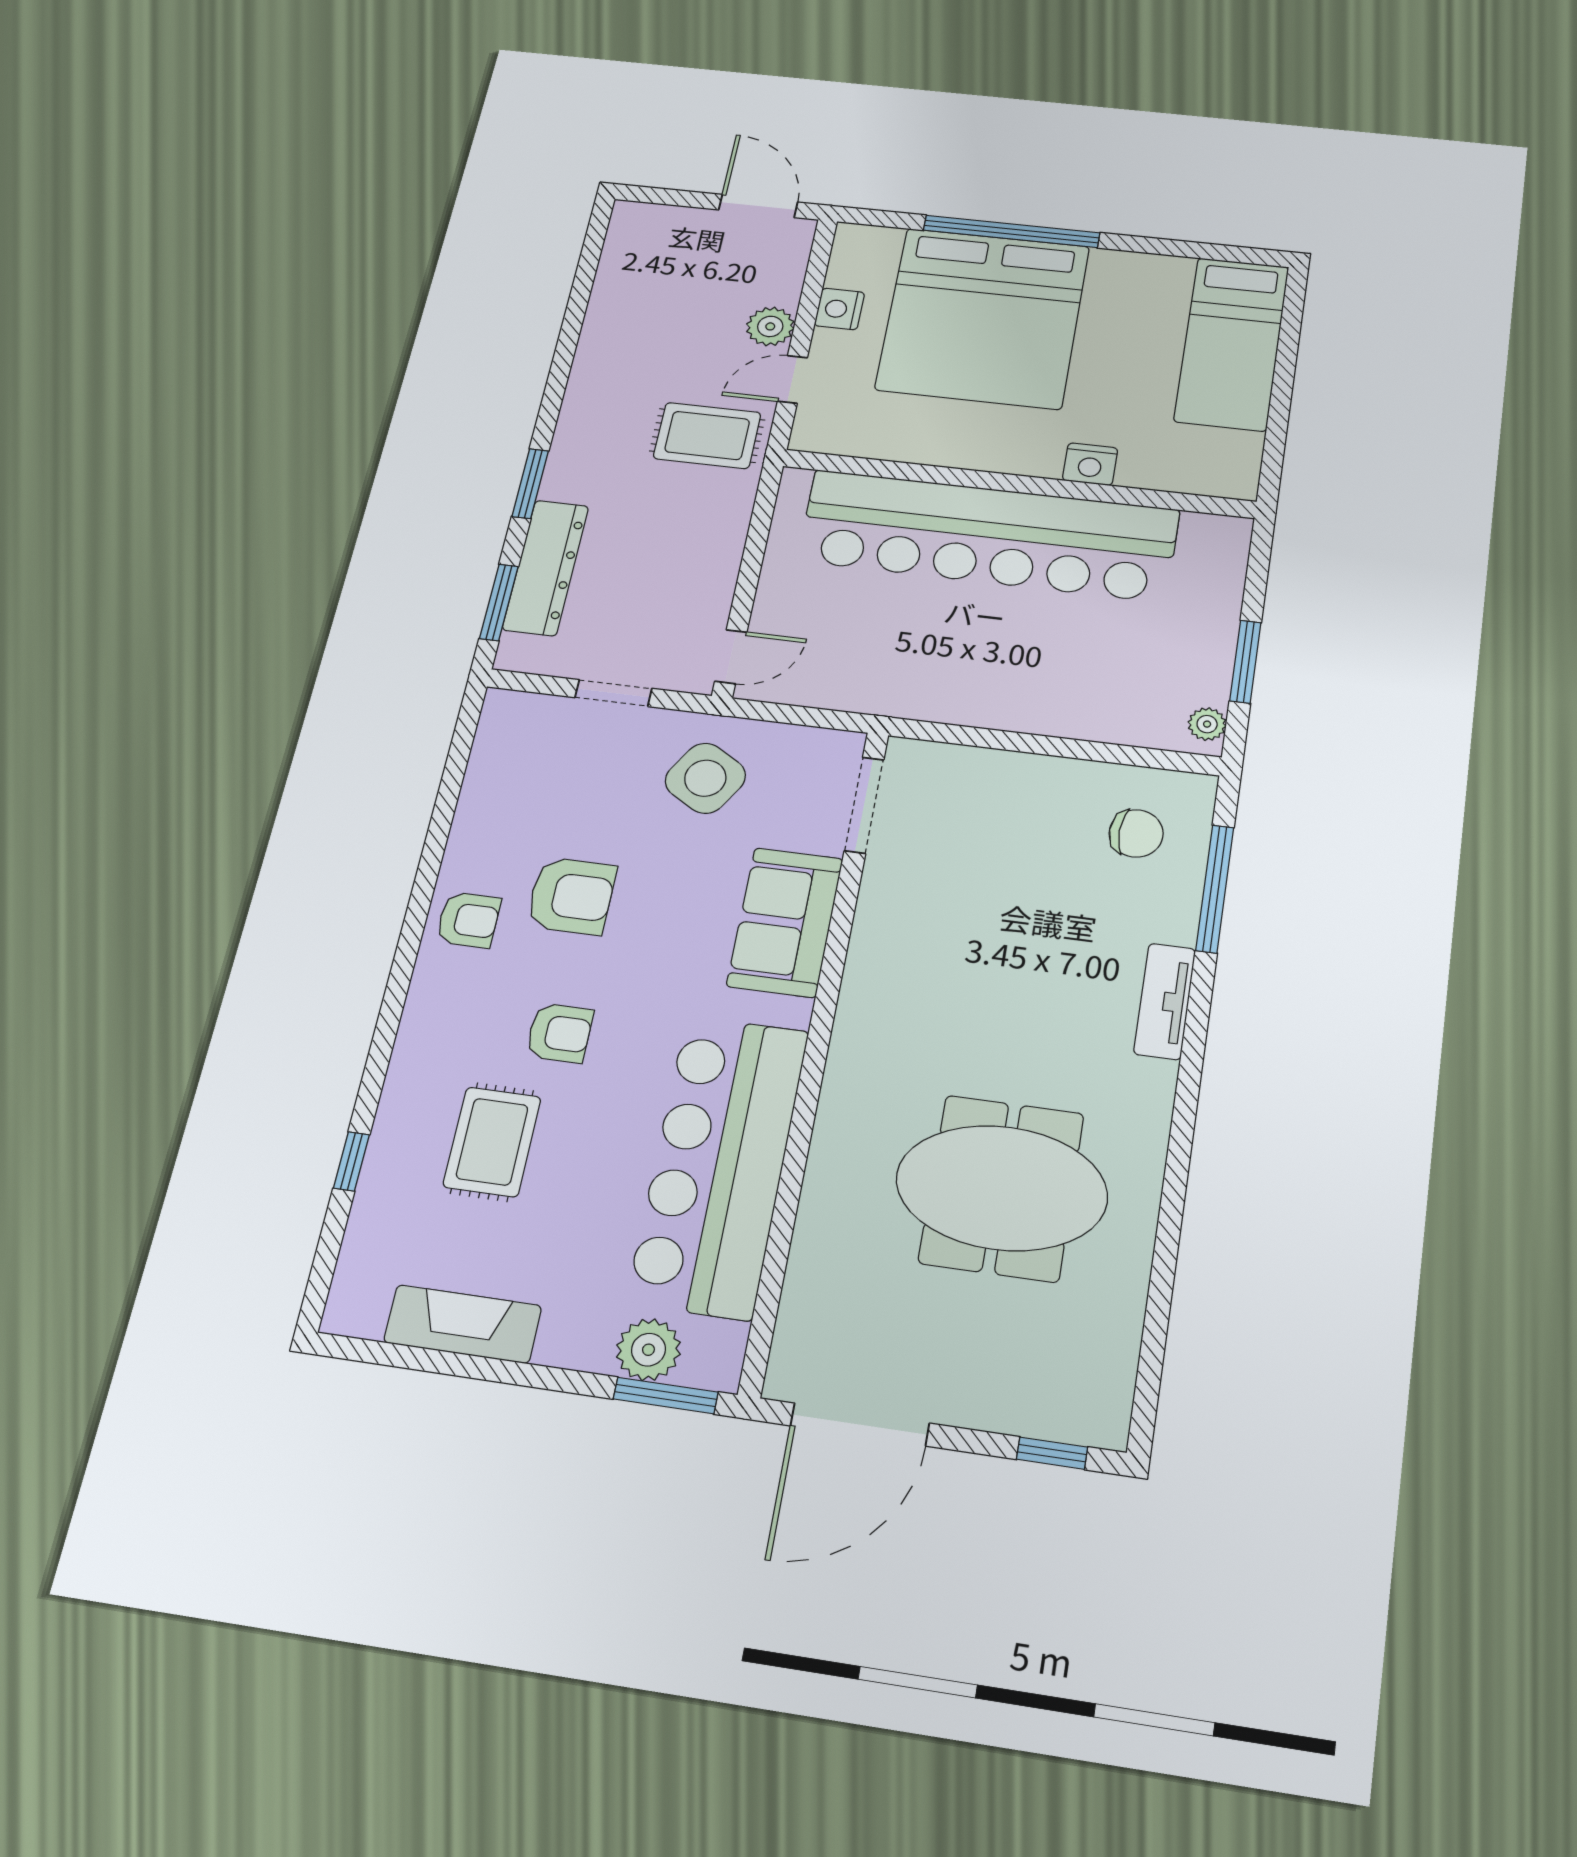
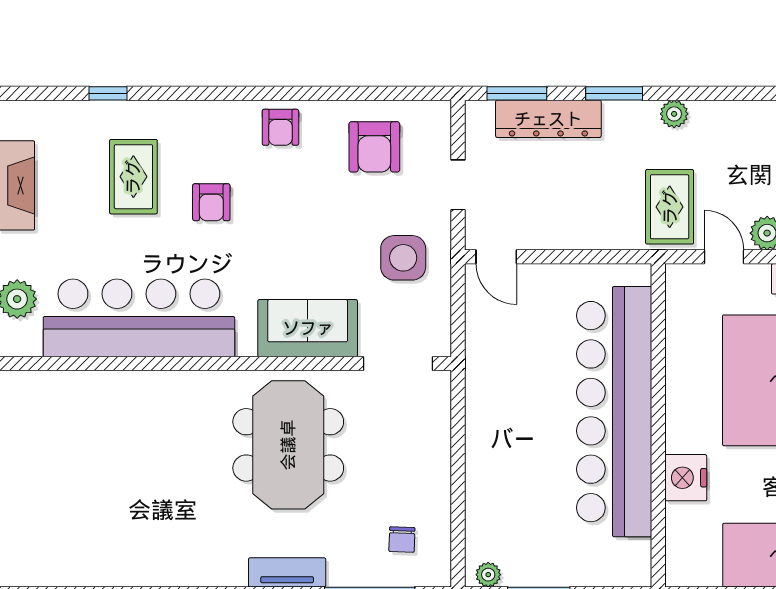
plant: (578, 416) -> (674, 114), added
nightstand: (1090, 464) -> (686, 478), width x1.36, depth x1.33
side table: (705, 778) -> (403, 258), turned -31
chair: (1136, 833) -> (402, 540), width x0.73, depth x0.73
armchair: (571, 896) -> (374, 147), moved
rug: (492, 1142) -> (133, 177), turned 90
meeting table: (1002, 1188) -> (288, 445), moved

